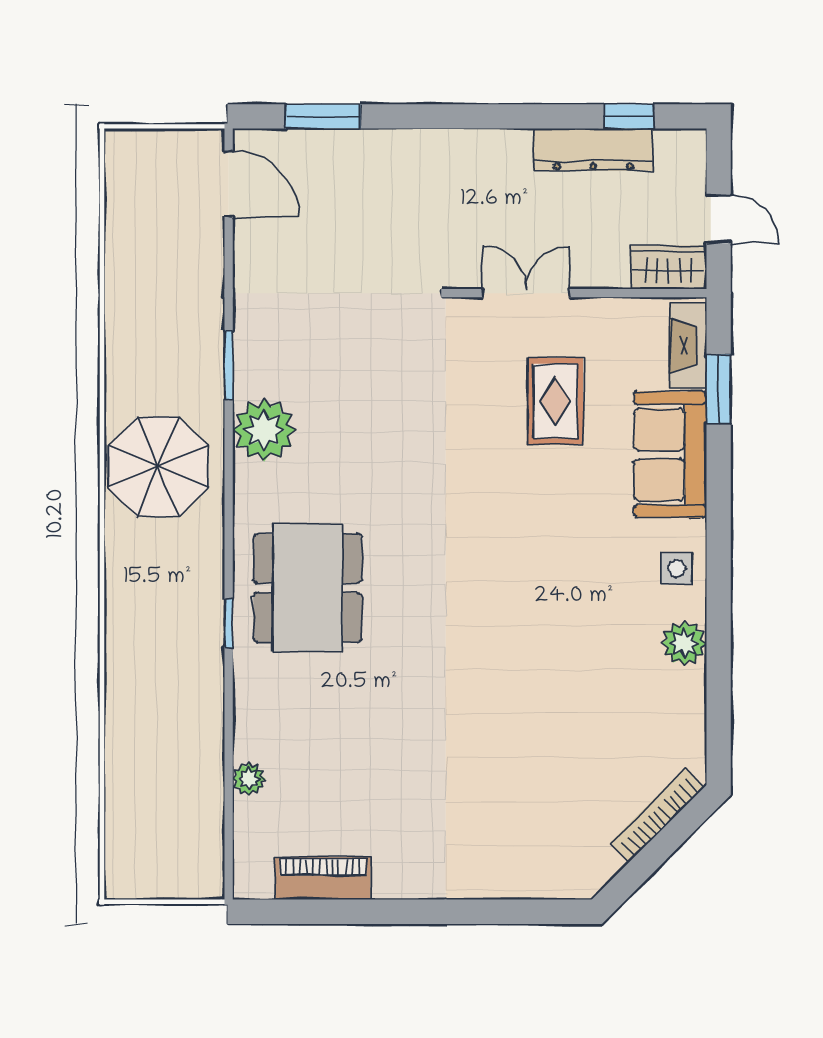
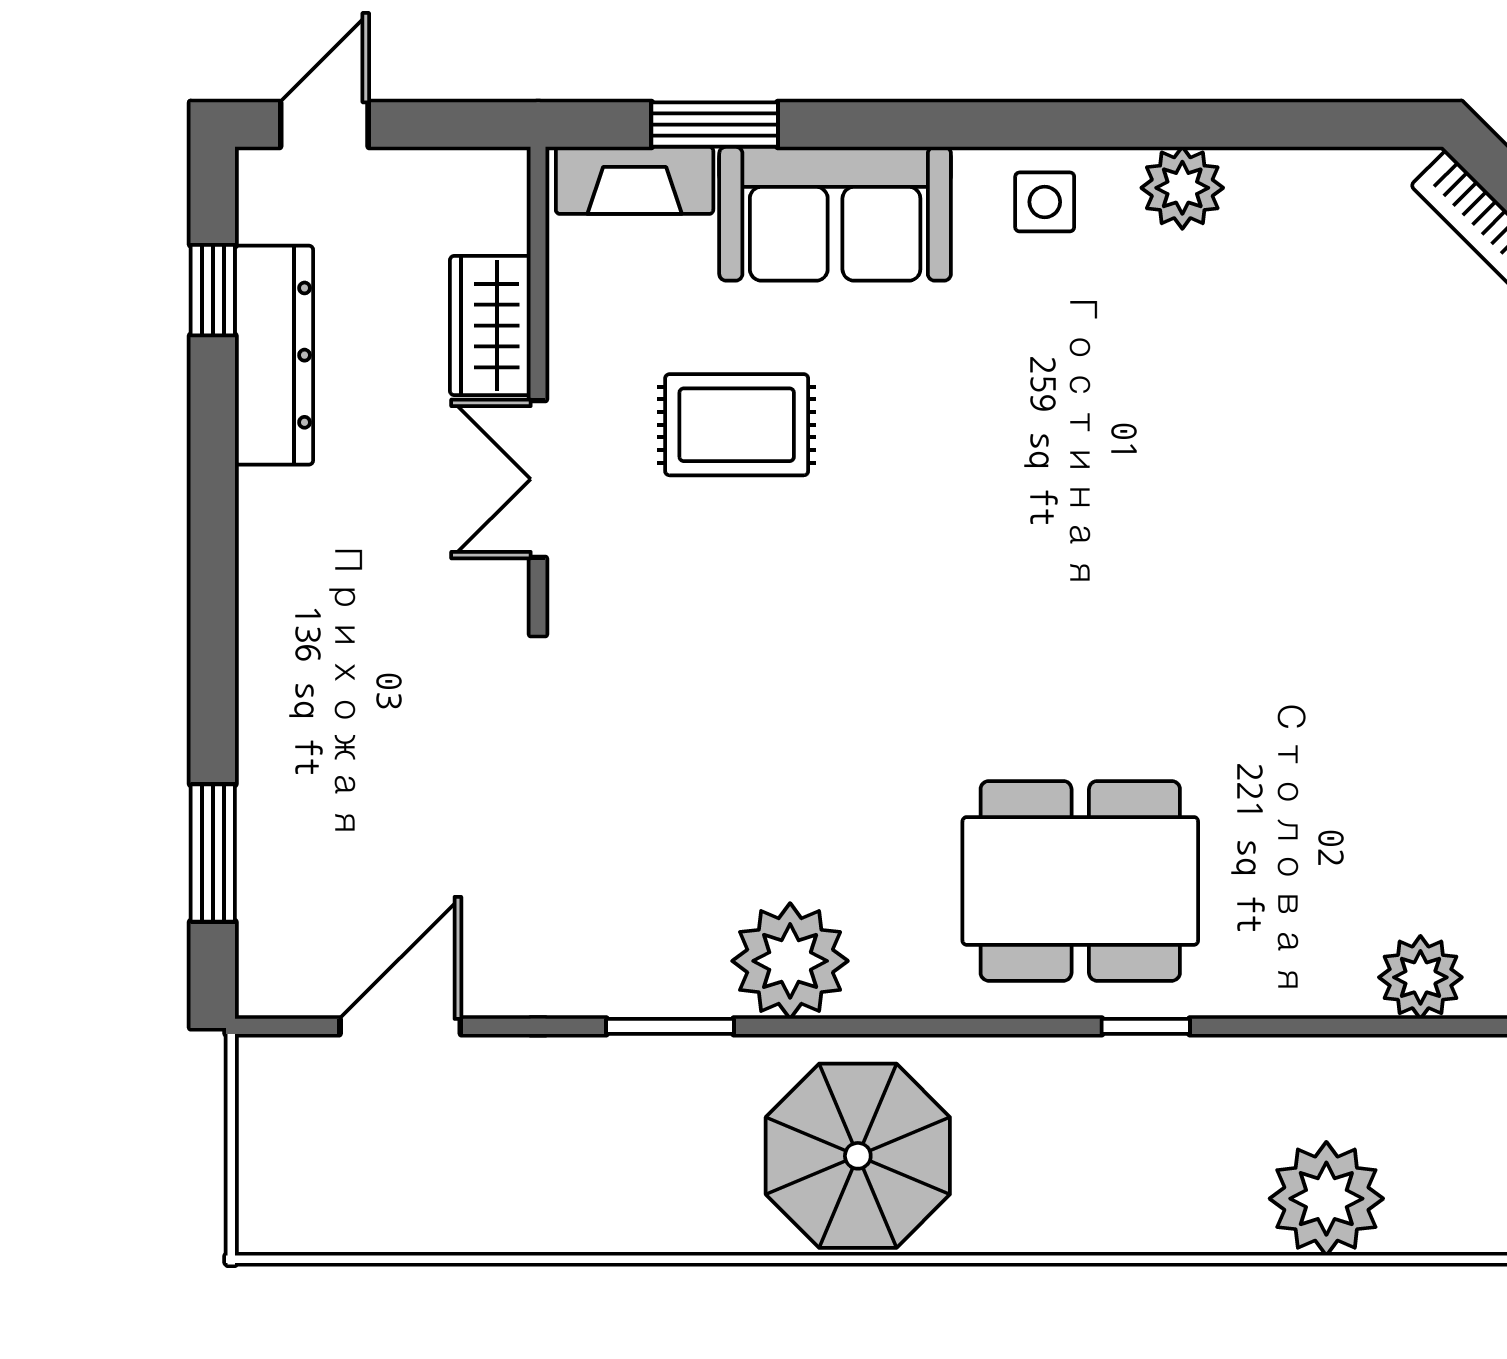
door: (229, 184) -> (400, 1026), moved
door: (719, 219) -> (324, 125), moved
wardrobe: (669, 267) -> (490, 326), moved
plant: (135, 722) -> (1326, 1199), added
plant: (249, 779) -> (1420, 977), width x1.38, depth x1.38

